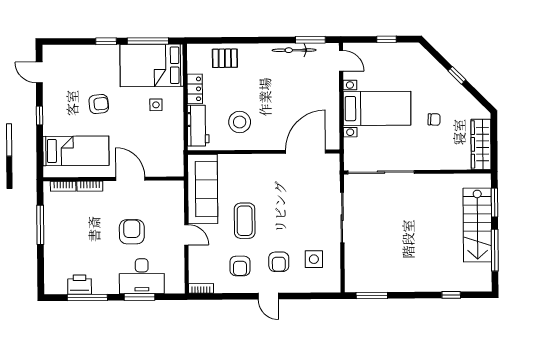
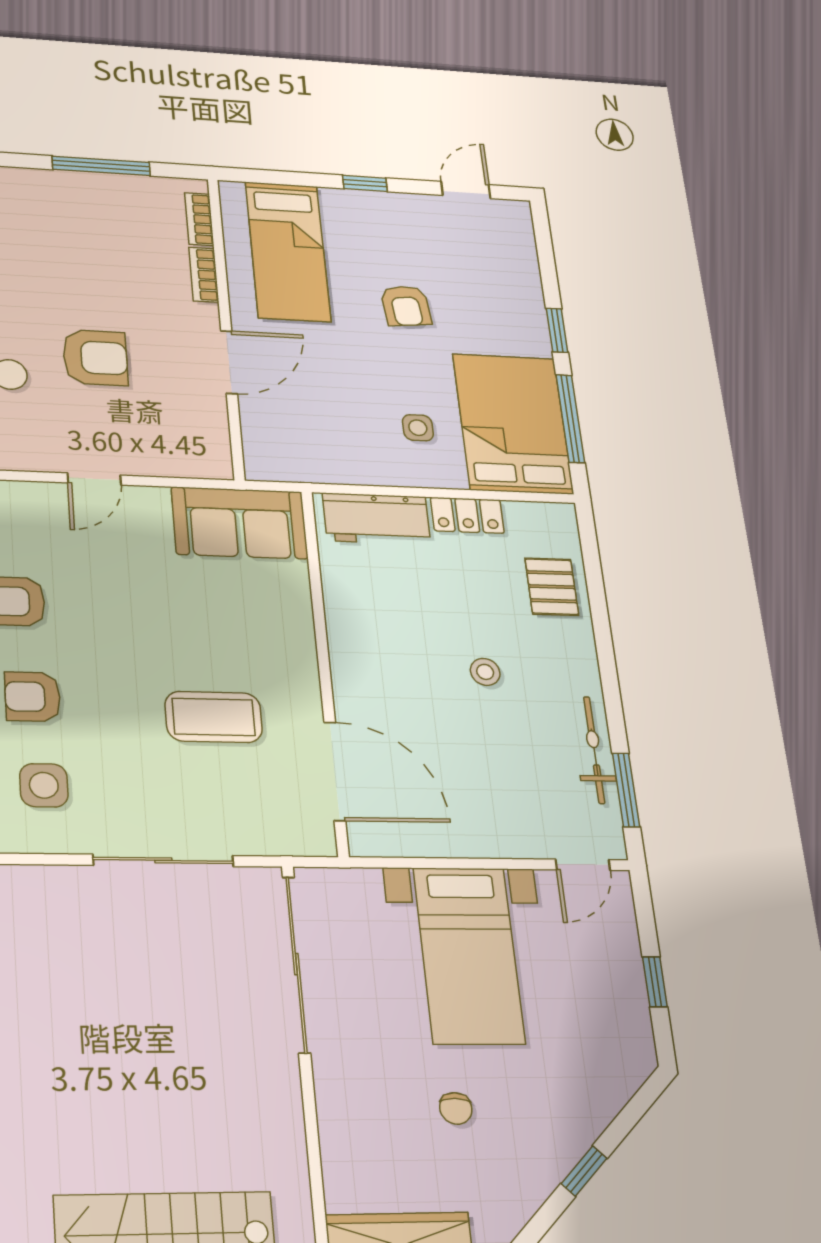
stool: (240, 122) -> (485, 672), moved, width x0.53, depth x0.53
sofa: (203, 189) -> (240, 523), width x0.73
coffee table: (245, 221) -> (214, 717), moved

